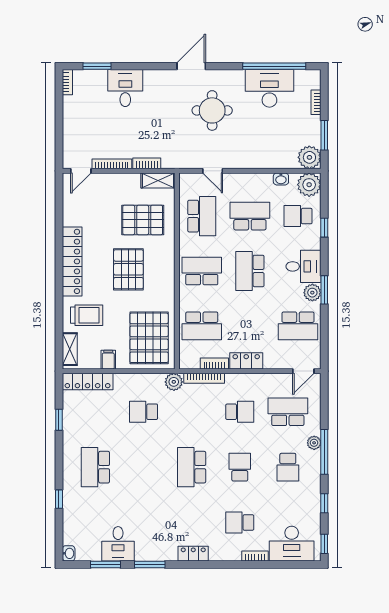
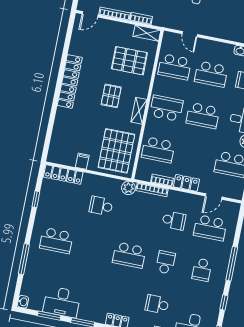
school desk: (202, 216) -> (175, 67), turned 90
school desk: (250, 216) -> (211, 74), turned 180
pallet: (128, 269) -> (111, 96), width x0.67, depth x0.71
school desk: (250, 271) -> (203, 116), turned -90
trolley: (87, 315) -> (73, 124), removed
shelving: (70, 349) -> (139, 111), moved
door: (303, 371) -> (214, 196), moved
school desk: (288, 412) -> (210, 228), turned 180
plant: (314, 443) -> (225, 255), removed
school desk: (95, 467) -> (56, 241), turned -90
school desk: (192, 467) -> (129, 255), turned -90
window: (59, 499) -> (24, 259), width x2.17
desk: (118, 544) -> (62, 302), width x1.37

